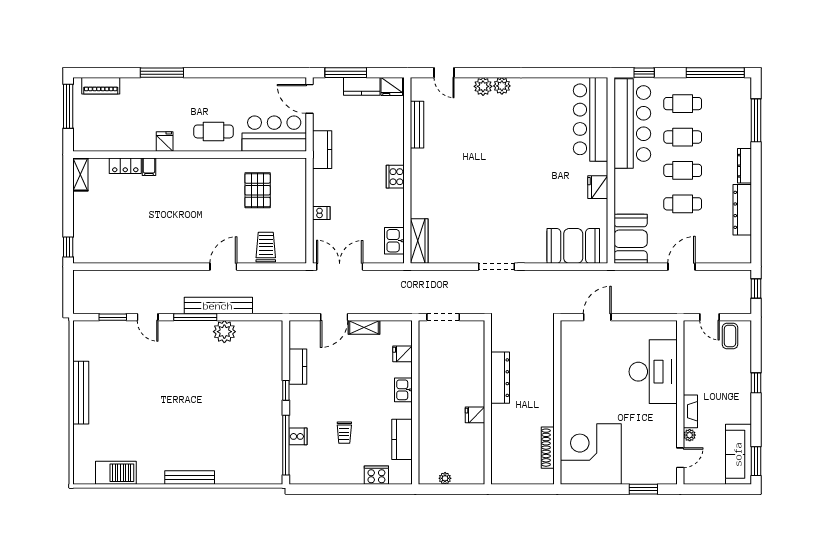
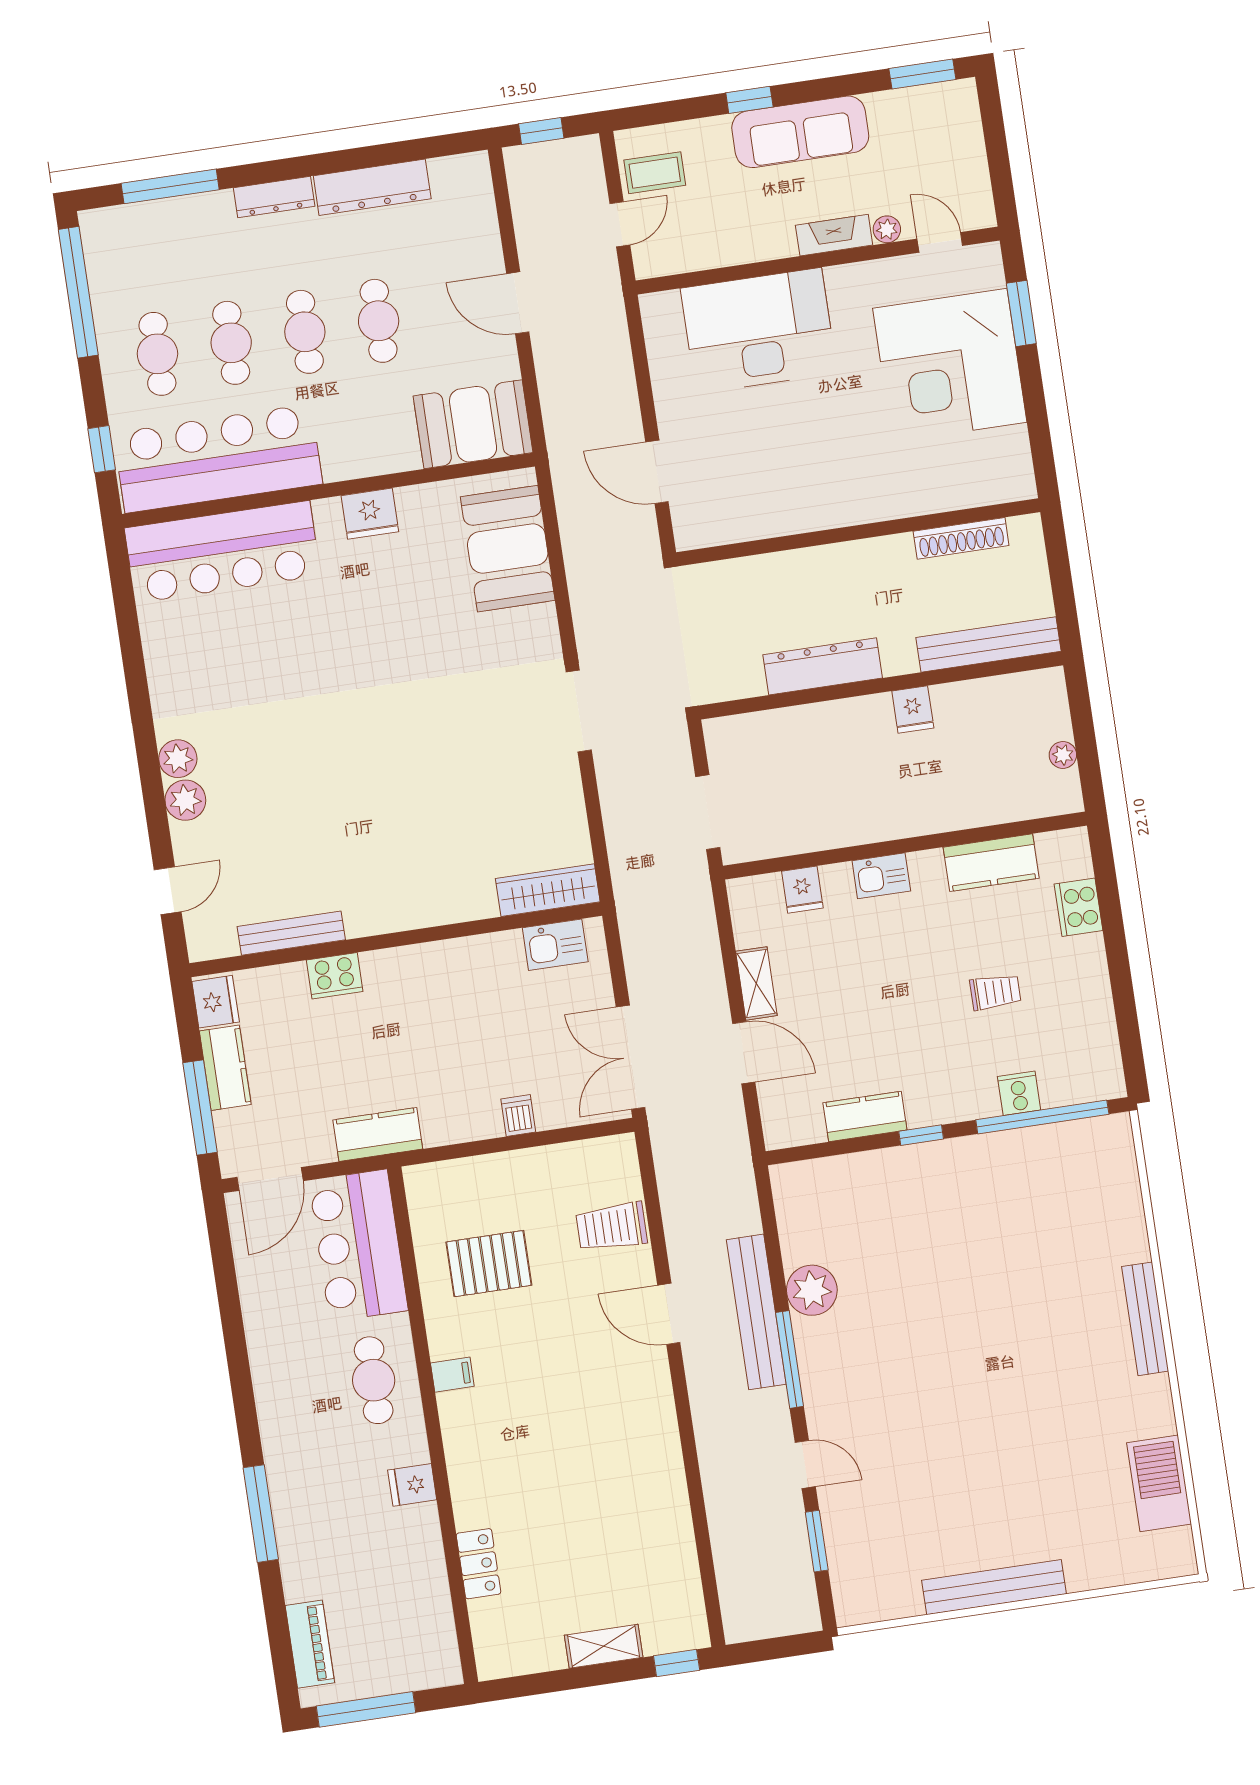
filing cabinet: (149, 167) -> (452, 1375), moved
shelving: (80, 174) -> (604, 1646), moved
cooker: (395, 177) -> (335, 976), moved
door: (148, 317) -> (805, 1464), hinge flipped
bench: (499, 453) -> (989, 644), added
corner desk: (591, 454) -> (950, 365), moved
sofa: (738, 454) -> (800, 132), moved

